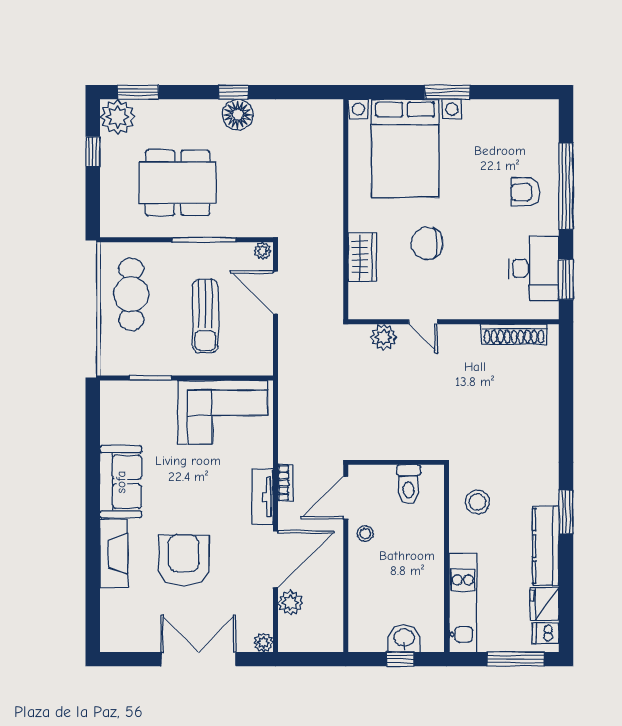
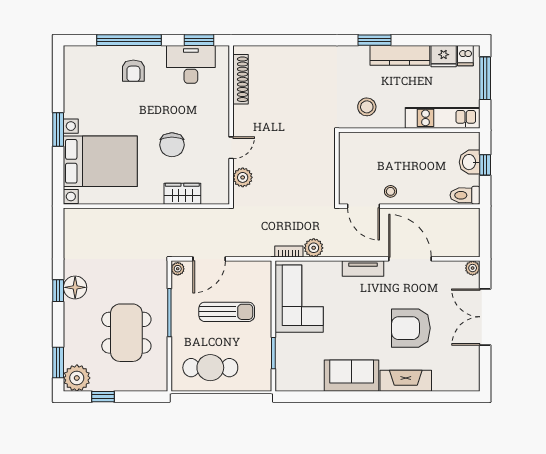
bookcase: (285, 483) -> (289, 252), moved
toilet: (409, 484) -> (465, 195), moved, turned 180
plant: (290, 603) -> (314, 248), moved

